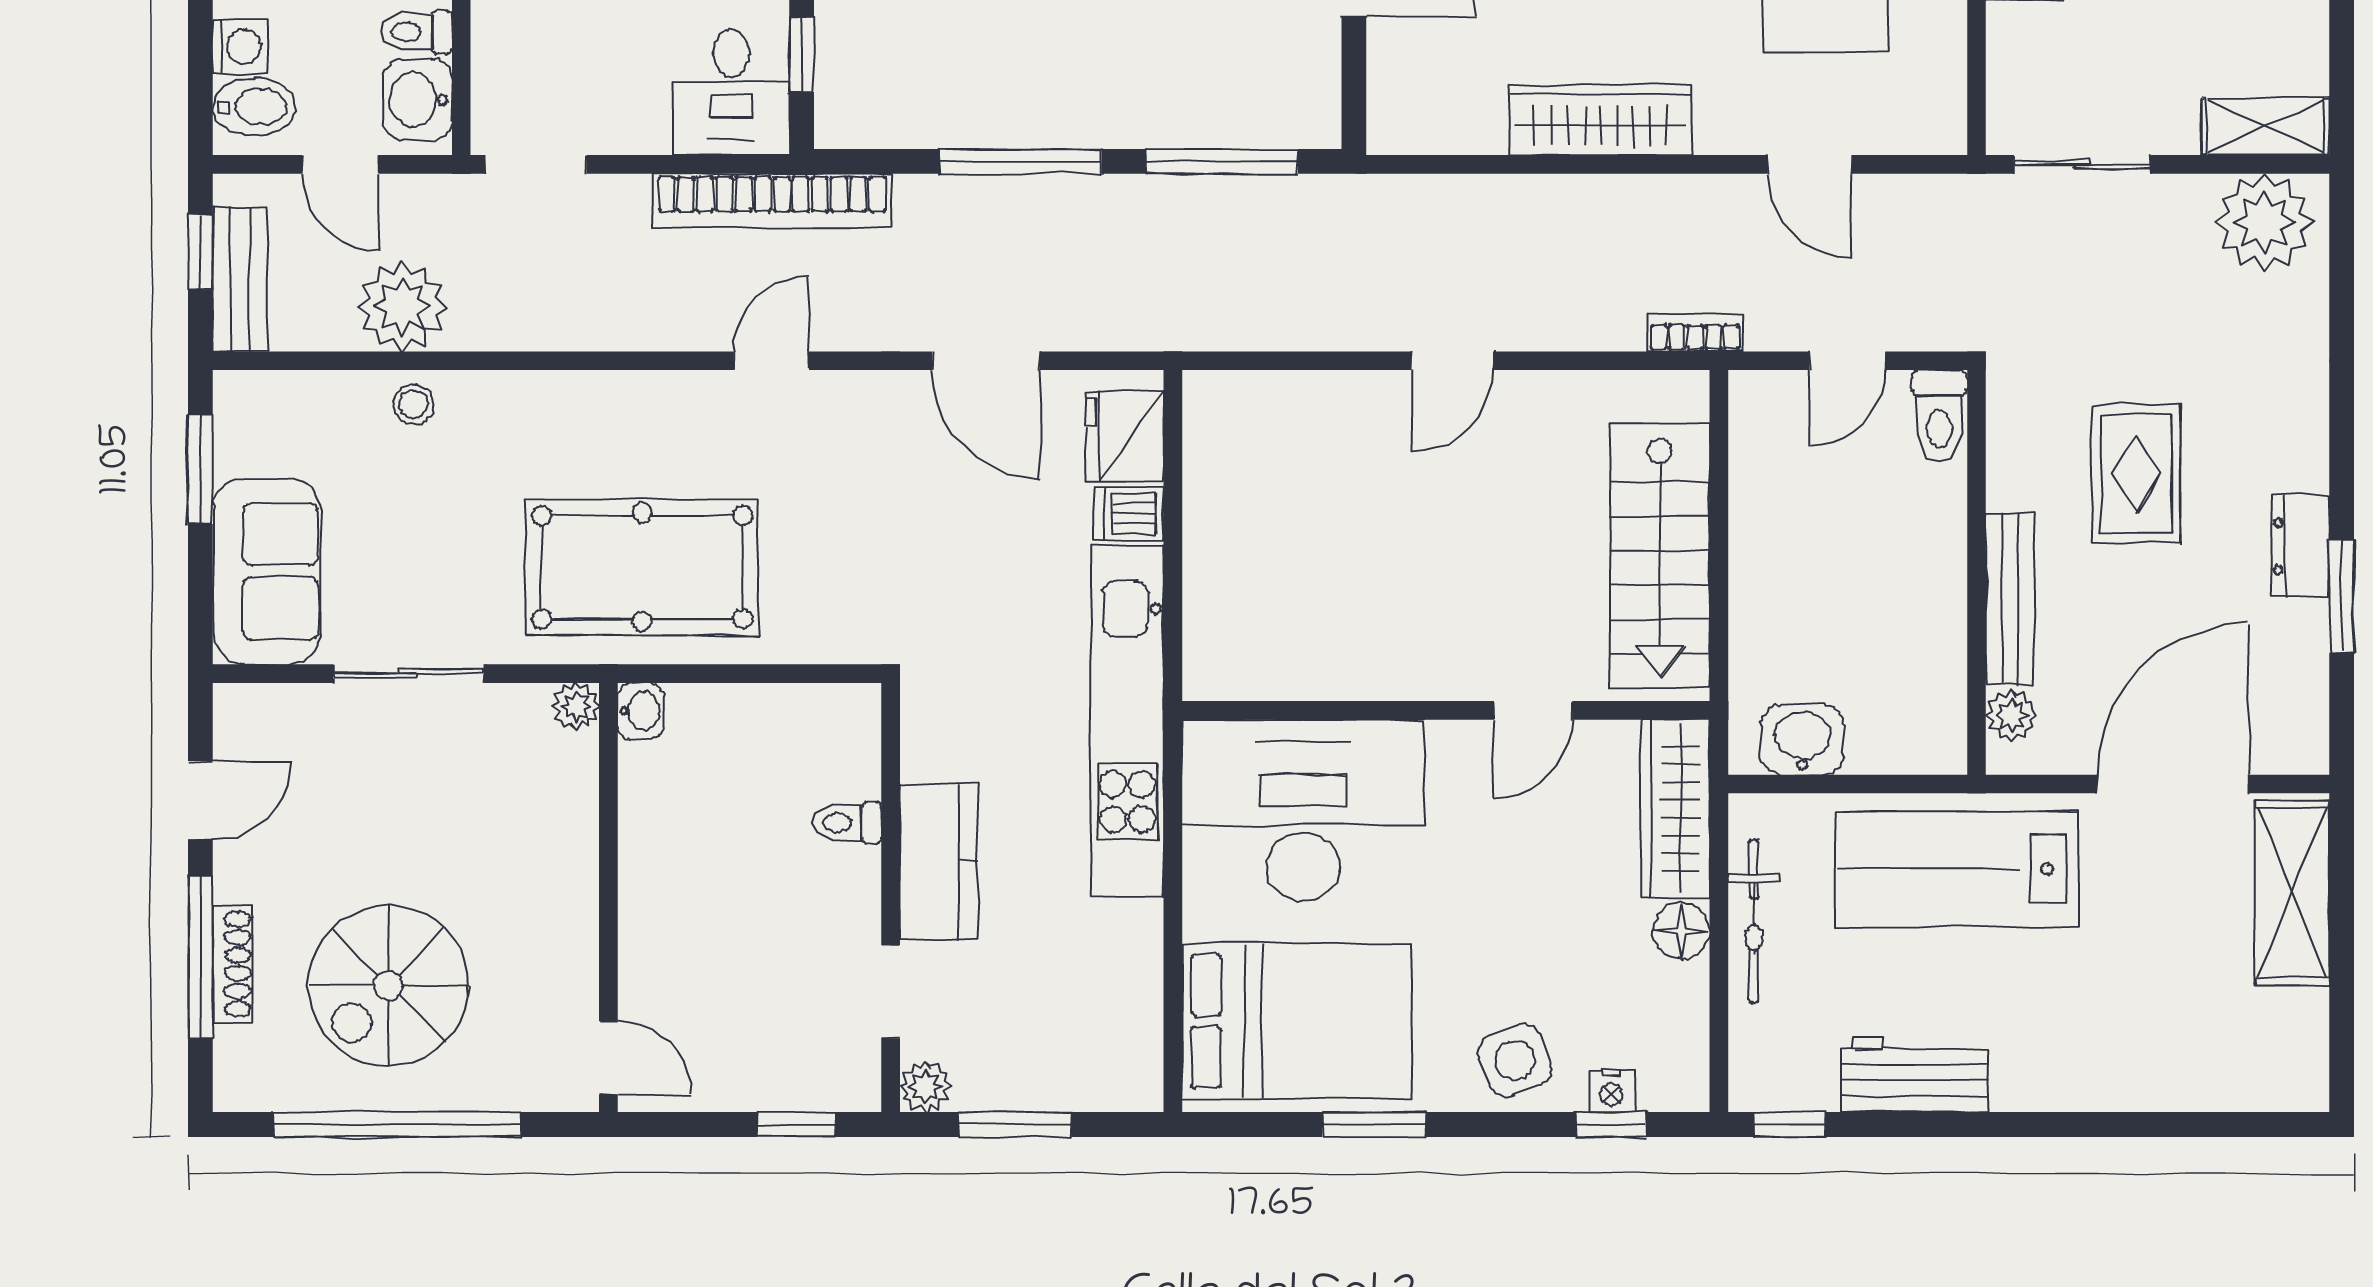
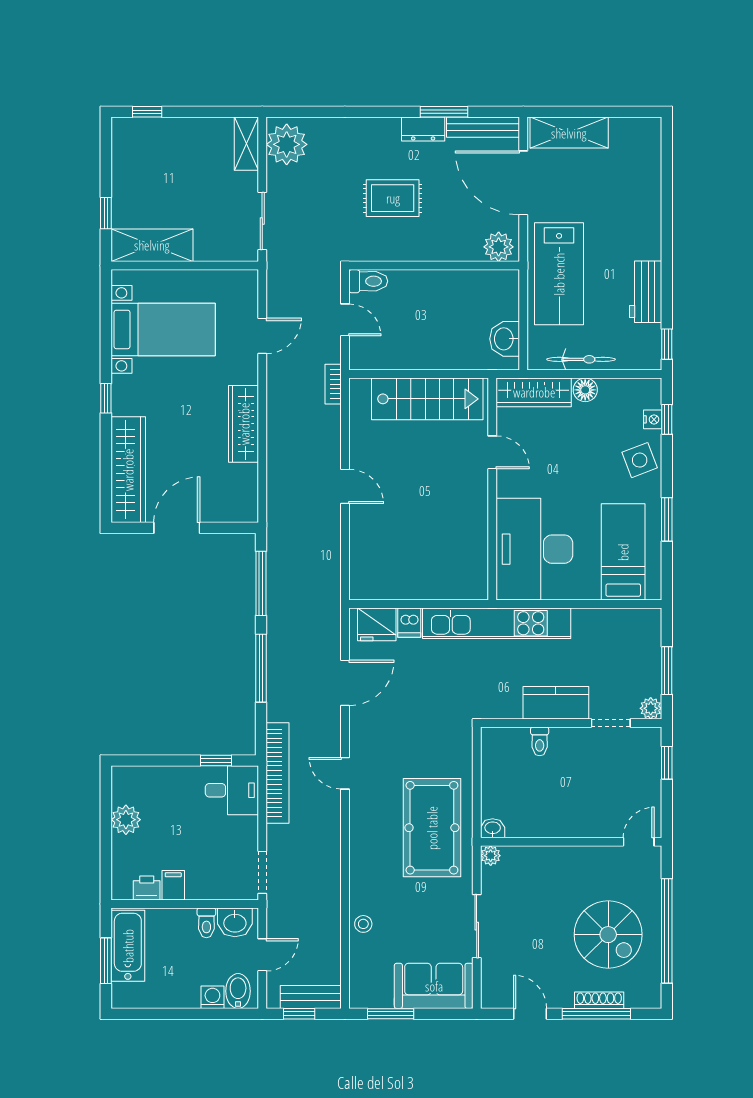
plant: (402, 306) -> (322, 929), removed
bench: (2010, 599) -> (483, 127), moved
plant: (2011, 716) -> (499, 247), width x1.38, depth x1.38
bed: (1297, 1021) -> (623, 552), width x0.67

